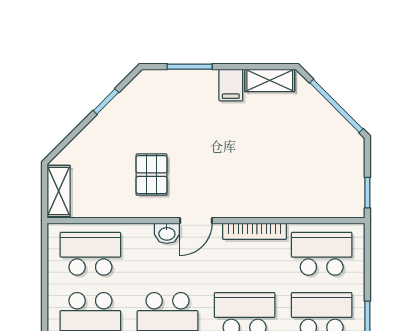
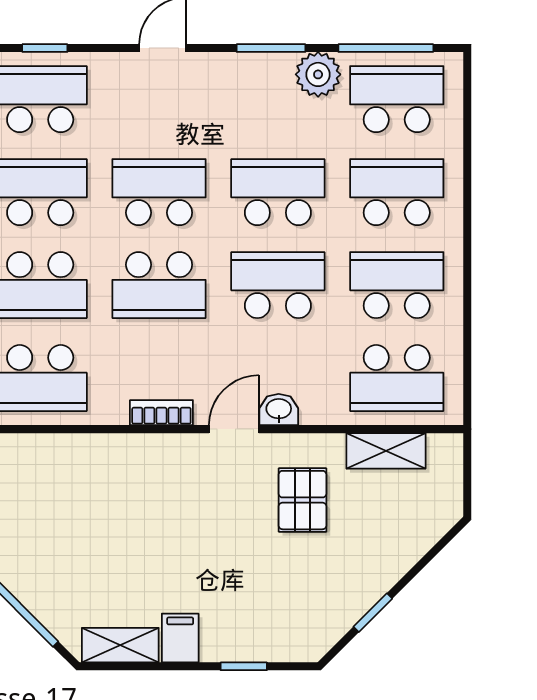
window: (190, 67) -> (244, 666), width x0.67
shelving: (59, 191) -> (386, 451), moved, turned 90
bookcase: (254, 231) -> (161, 413), width x0.64

